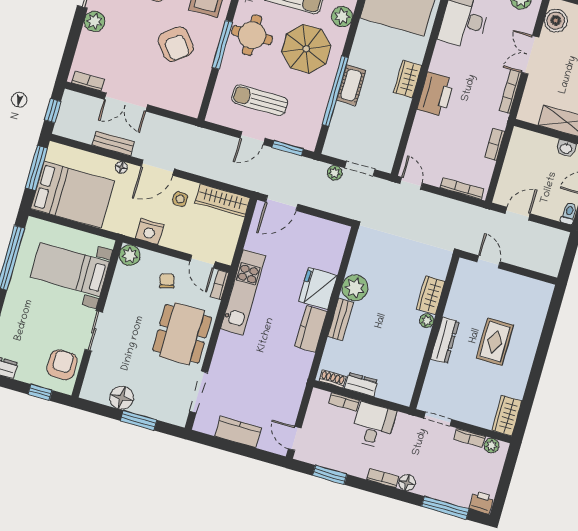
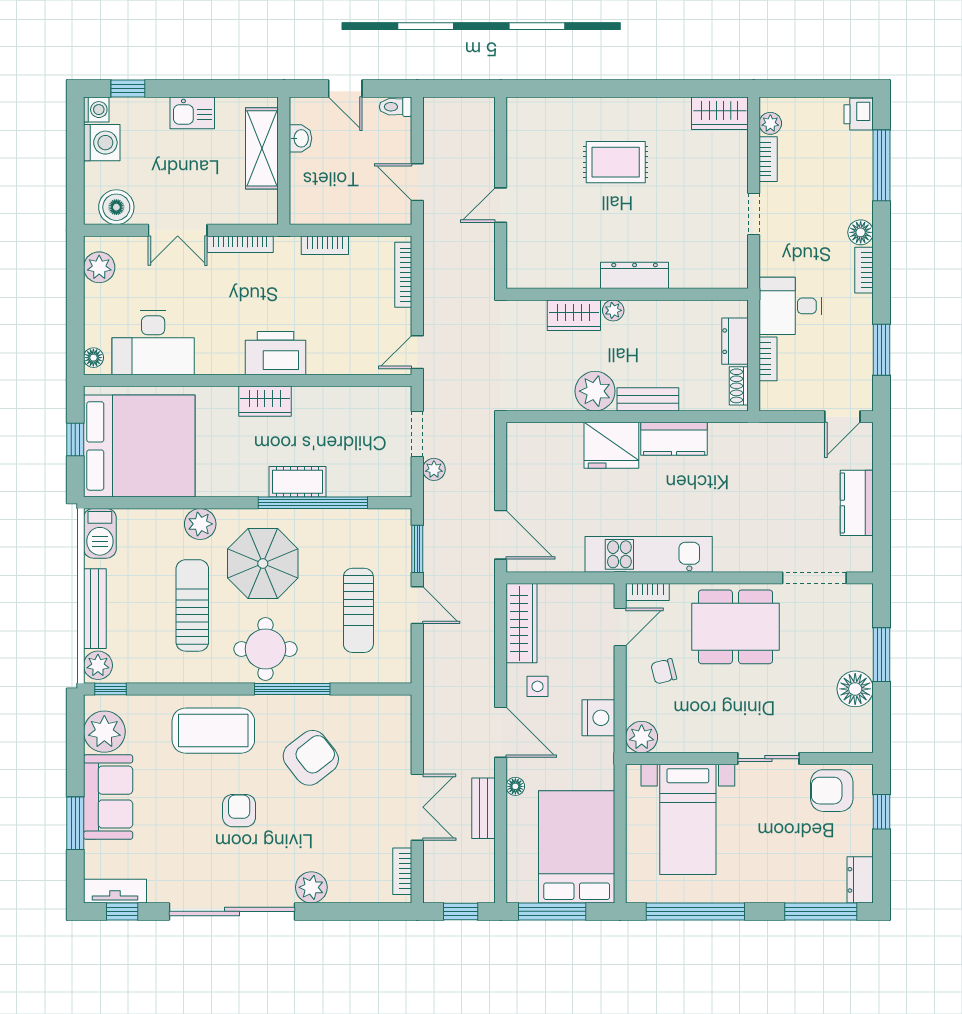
wardrobe: (431, 295) -> (574, 315), moved
plant: (427, 321) -> (613, 310), moved
wall: (434, 332) -> (627, 294), moved
dresser: (445, 340) -> (635, 275), moved

